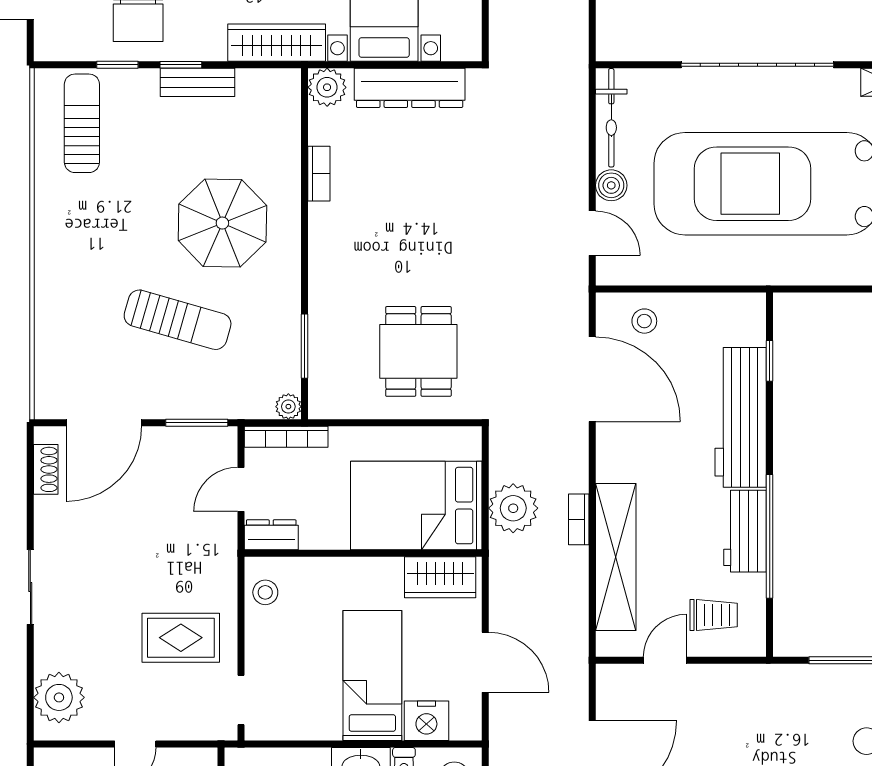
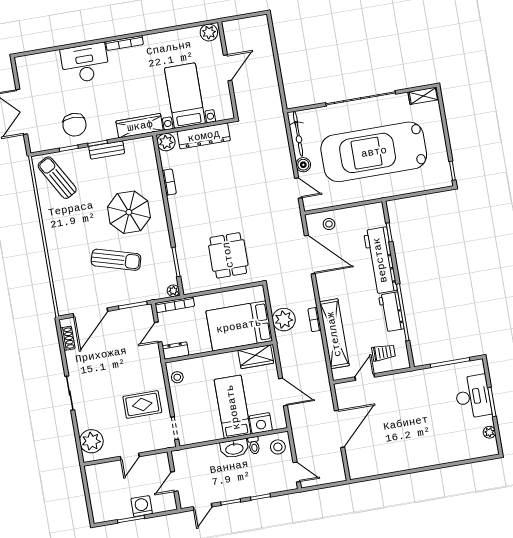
sun lounger: (82, 123) -> (57, 178), turned -30

